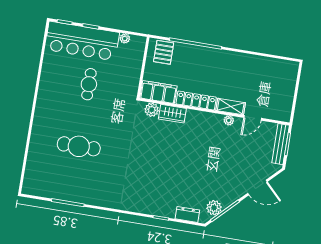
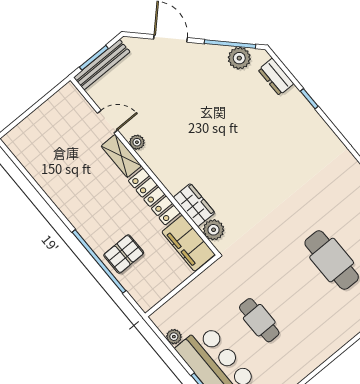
pallet: (164, 52) -> (124, 254), moved
cafe table: (89, 84) -> (259, 320), turned 90

